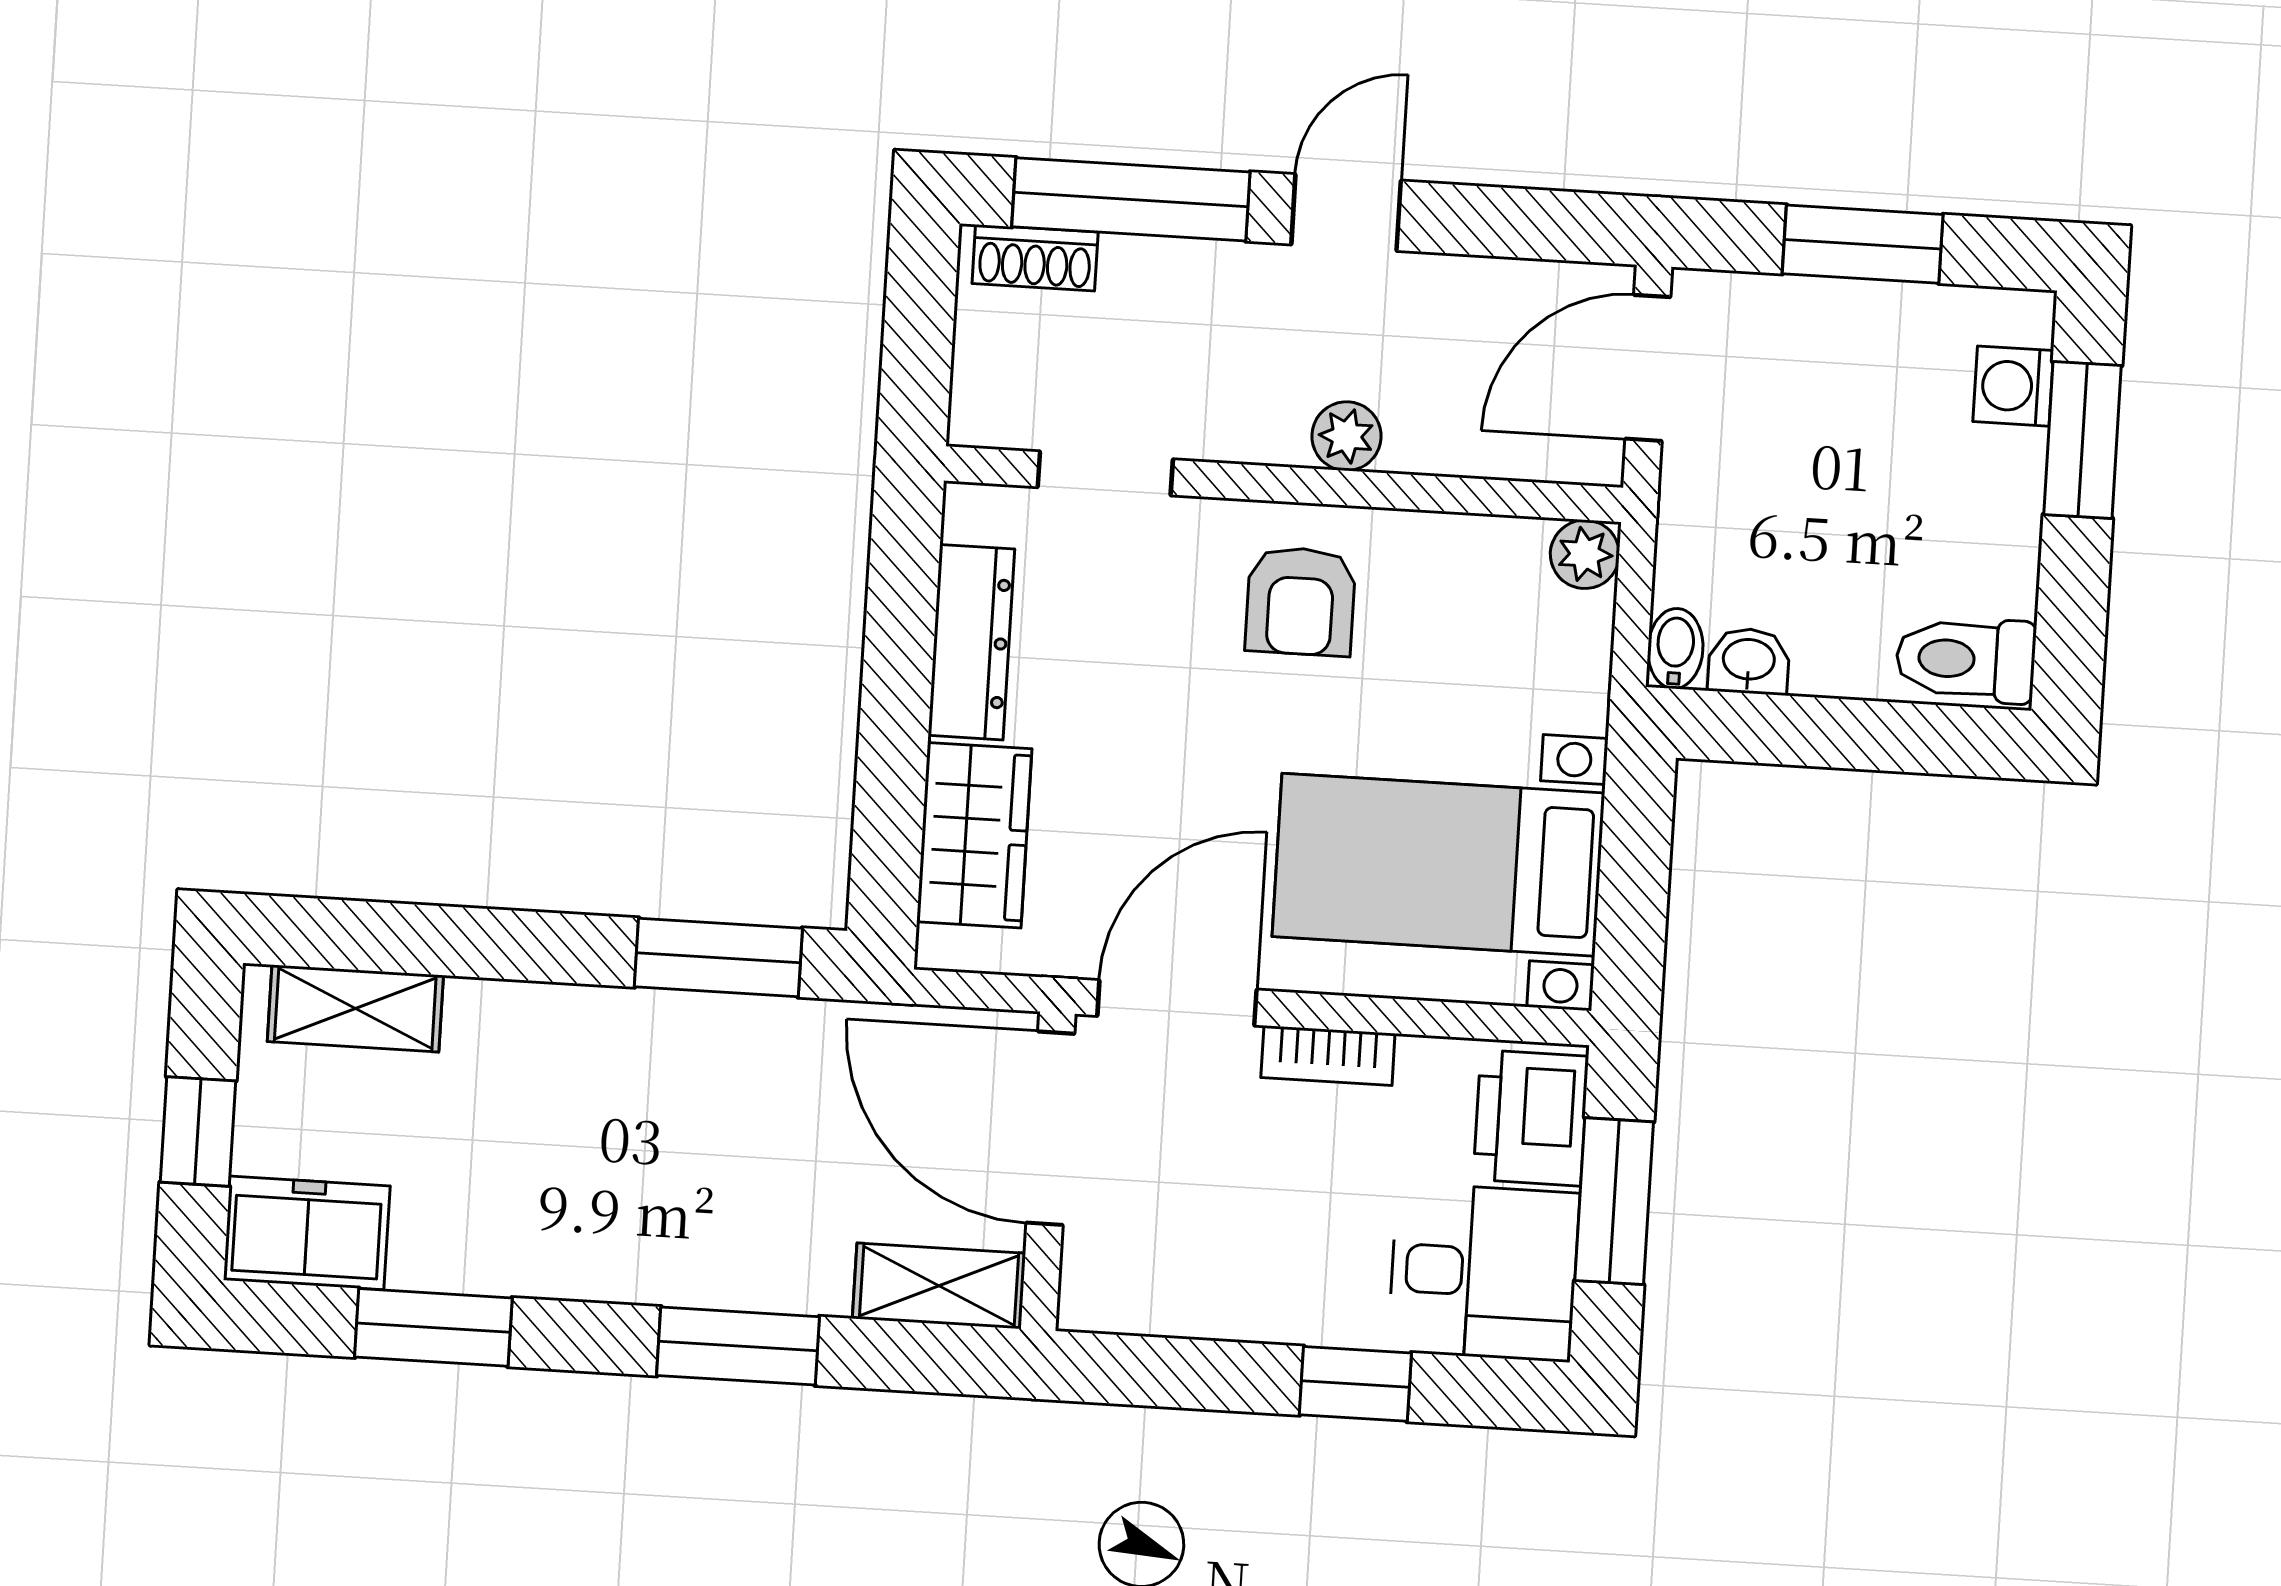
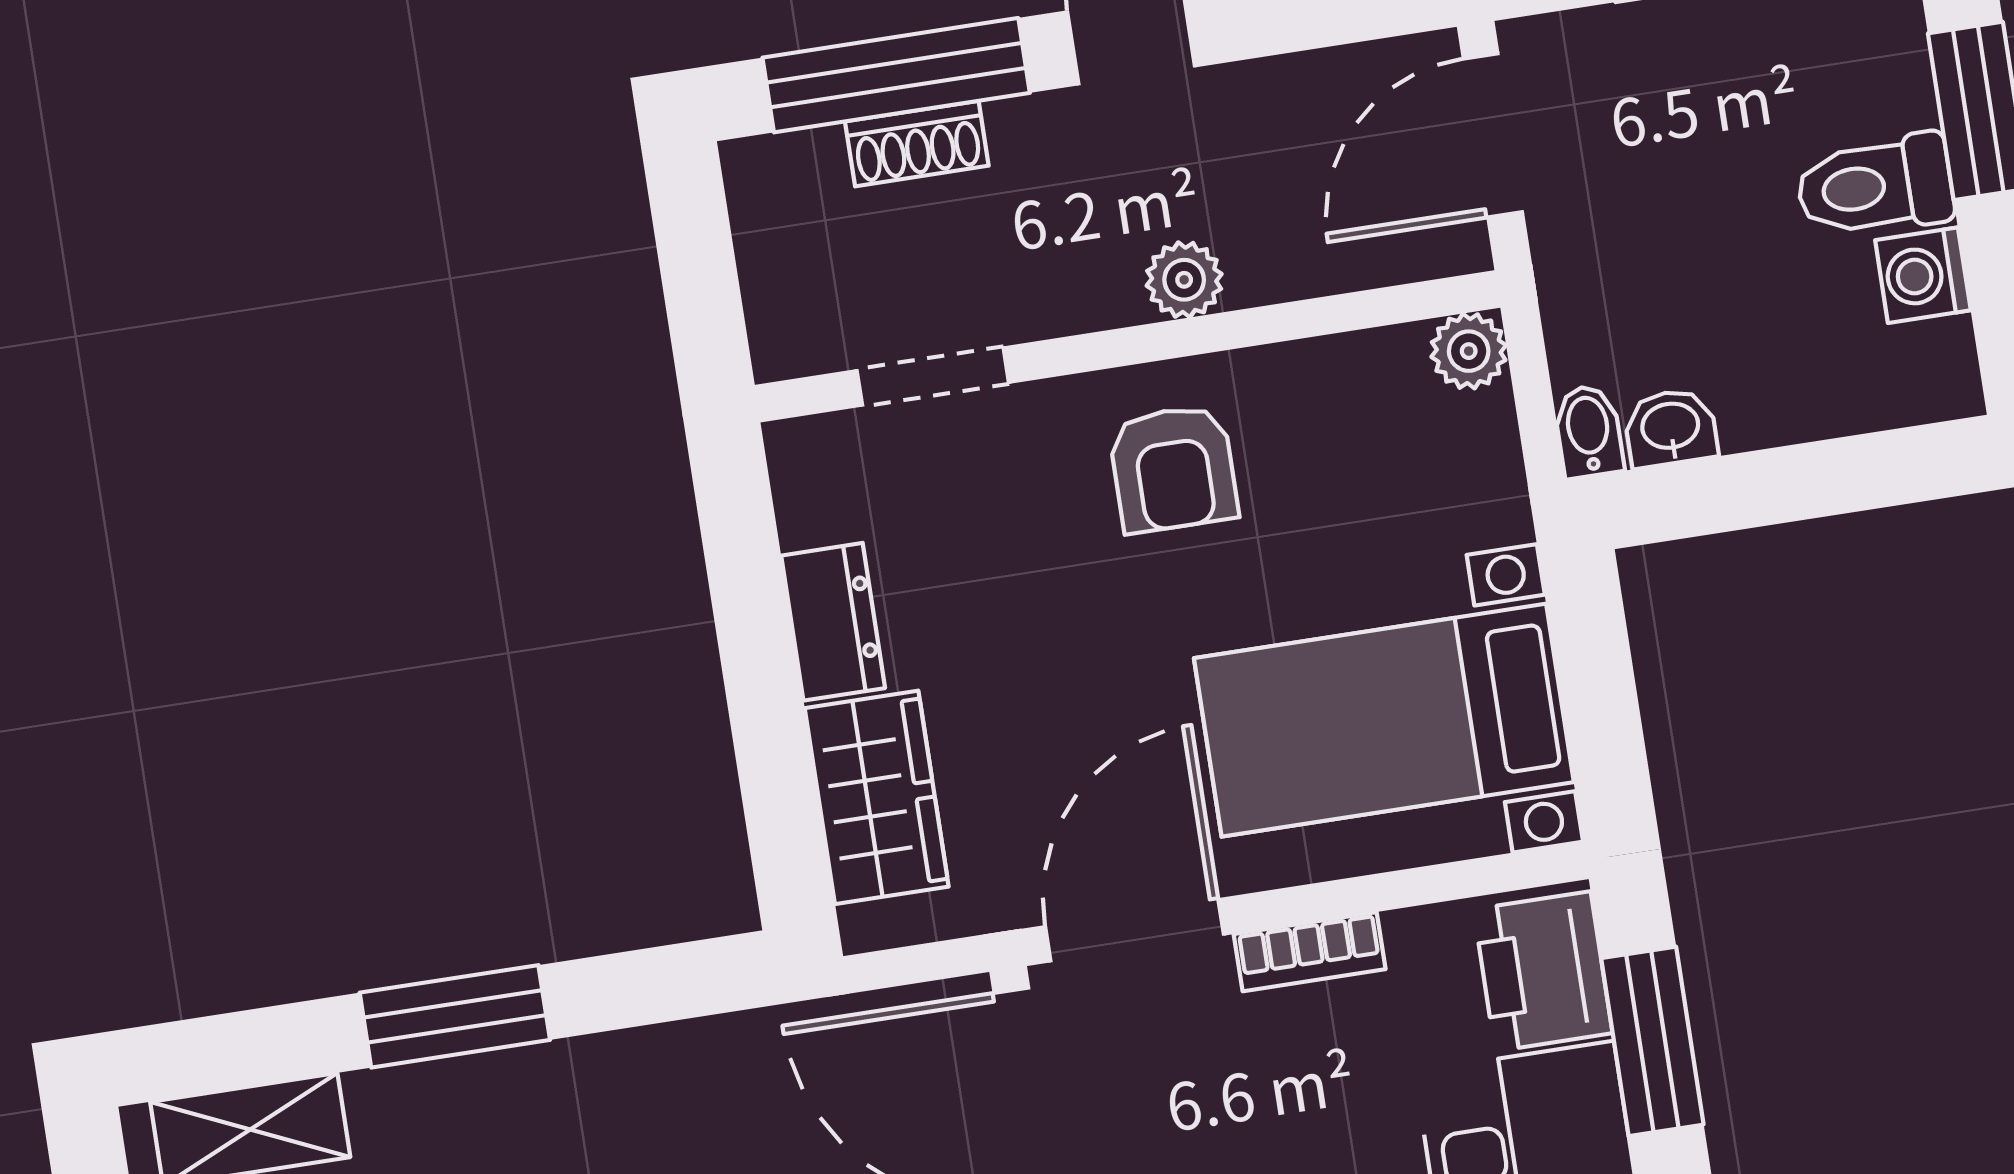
shoe rack: (1035, 258) -> (917, 144), moved
washing machine: (2013, 386) -> (1923, 275), moved
dresser: (971, 642) -> (833, 622), width x0.70
toilet: (1966, 659) -> (1875, 186), moved
window: (718, 958) -> (455, 1016), moved

